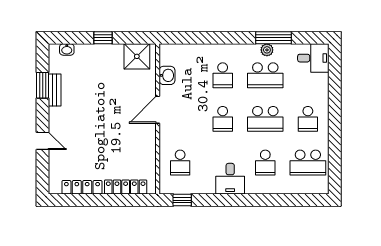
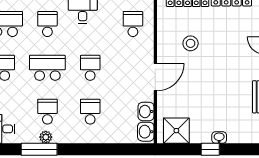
washbasin: (67, 49) -> (219, 138), moved
washbasin: (167, 55) -> (146, 132), added
school desk: (265, 75) -> (47, 112), width x0.54
stool: (123, 143) -> (191, 43), added

